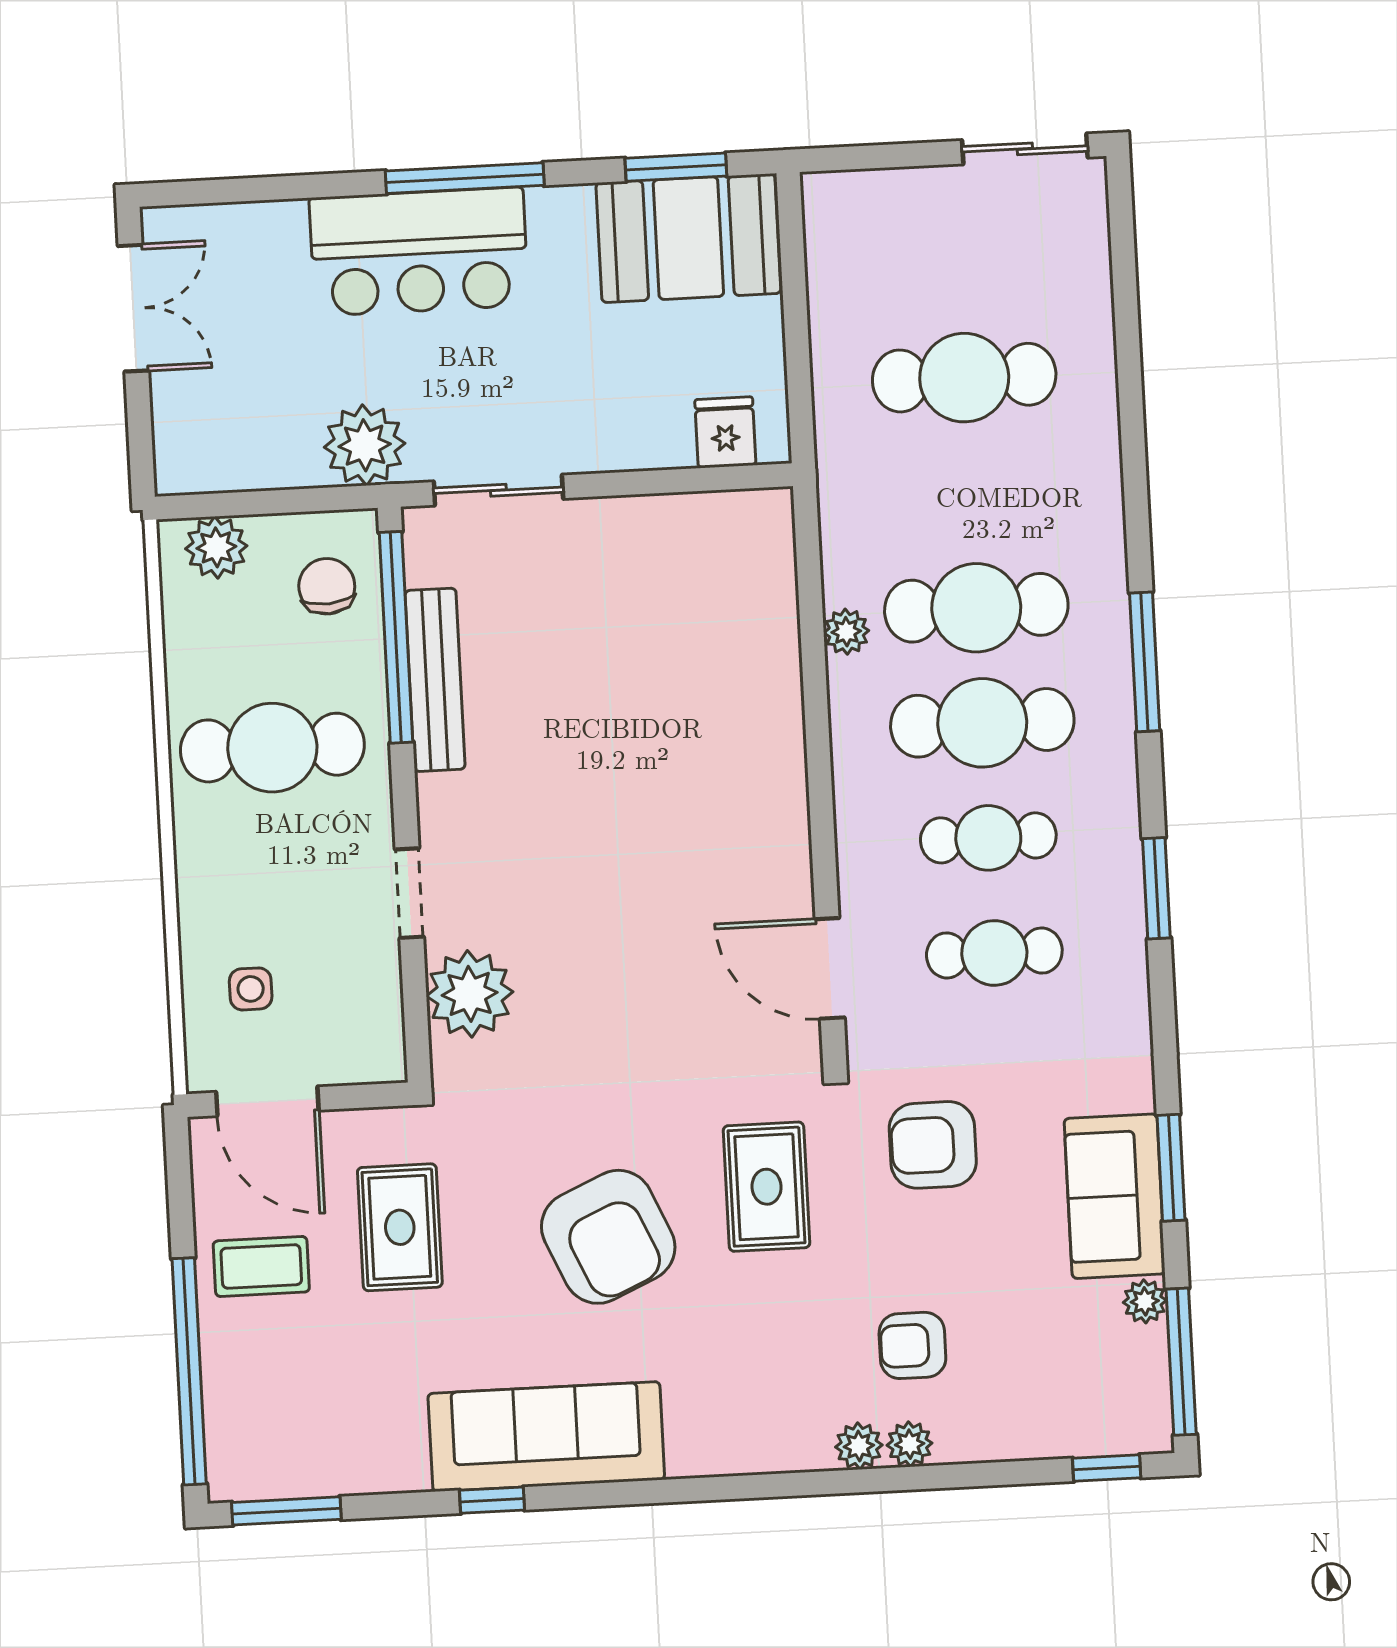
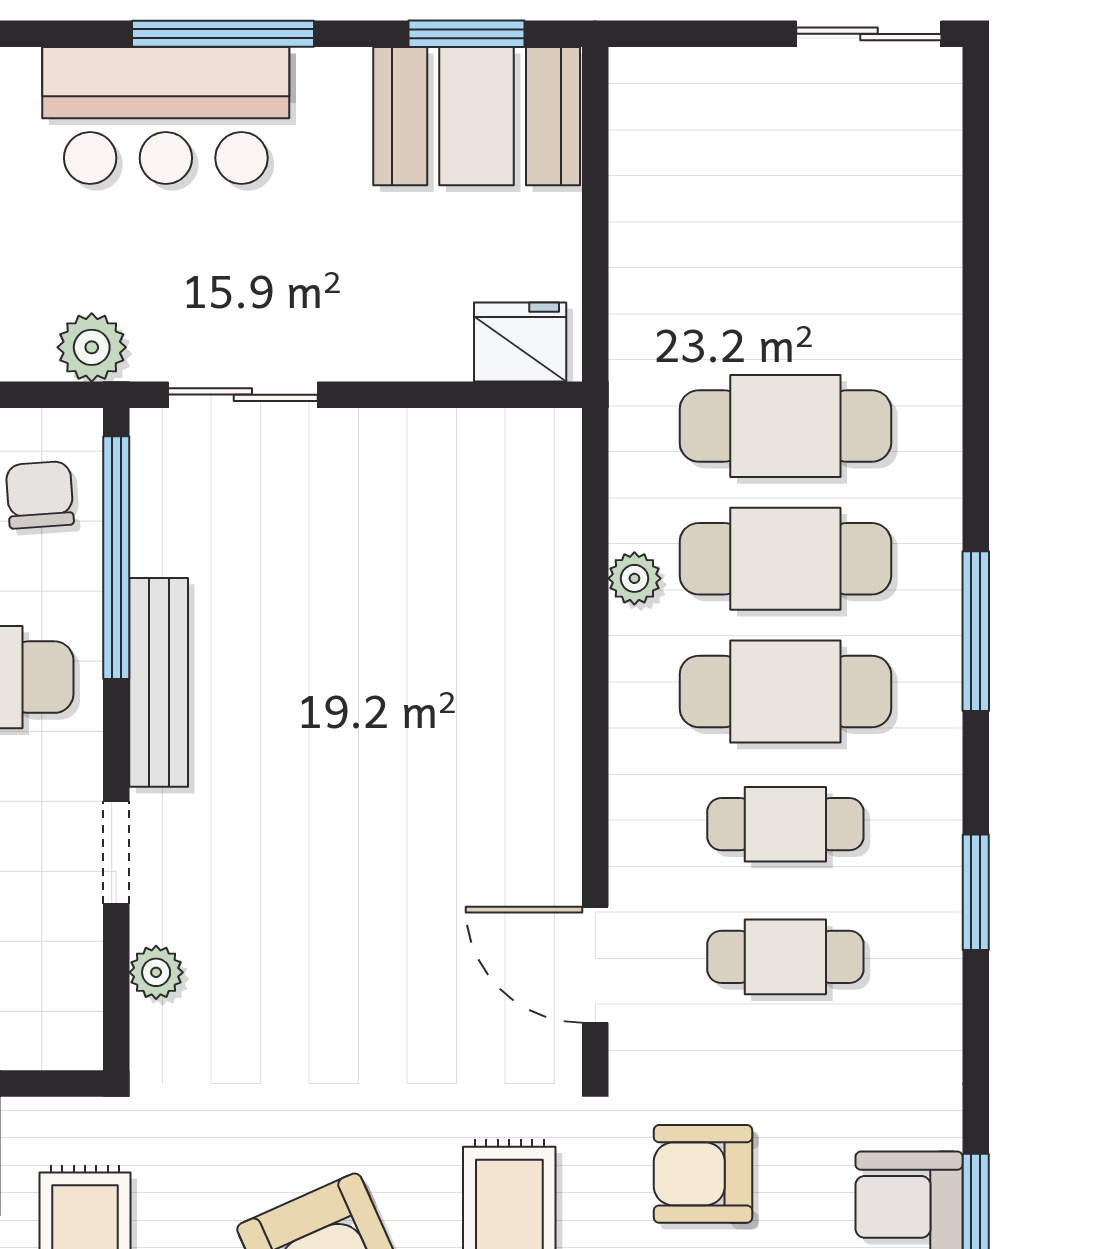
cafe table: (964, 378) -> (785, 426), moved
fridge: (725, 432) -> (520, 342), width x1.38
plant: (365, 445) -> (92, 347), width x0.73, depth x0.73
bench: (435, 680) -> (159, 682), moved
plant: (470, 994) -> (156, 972), width x0.53, depth x0.53

